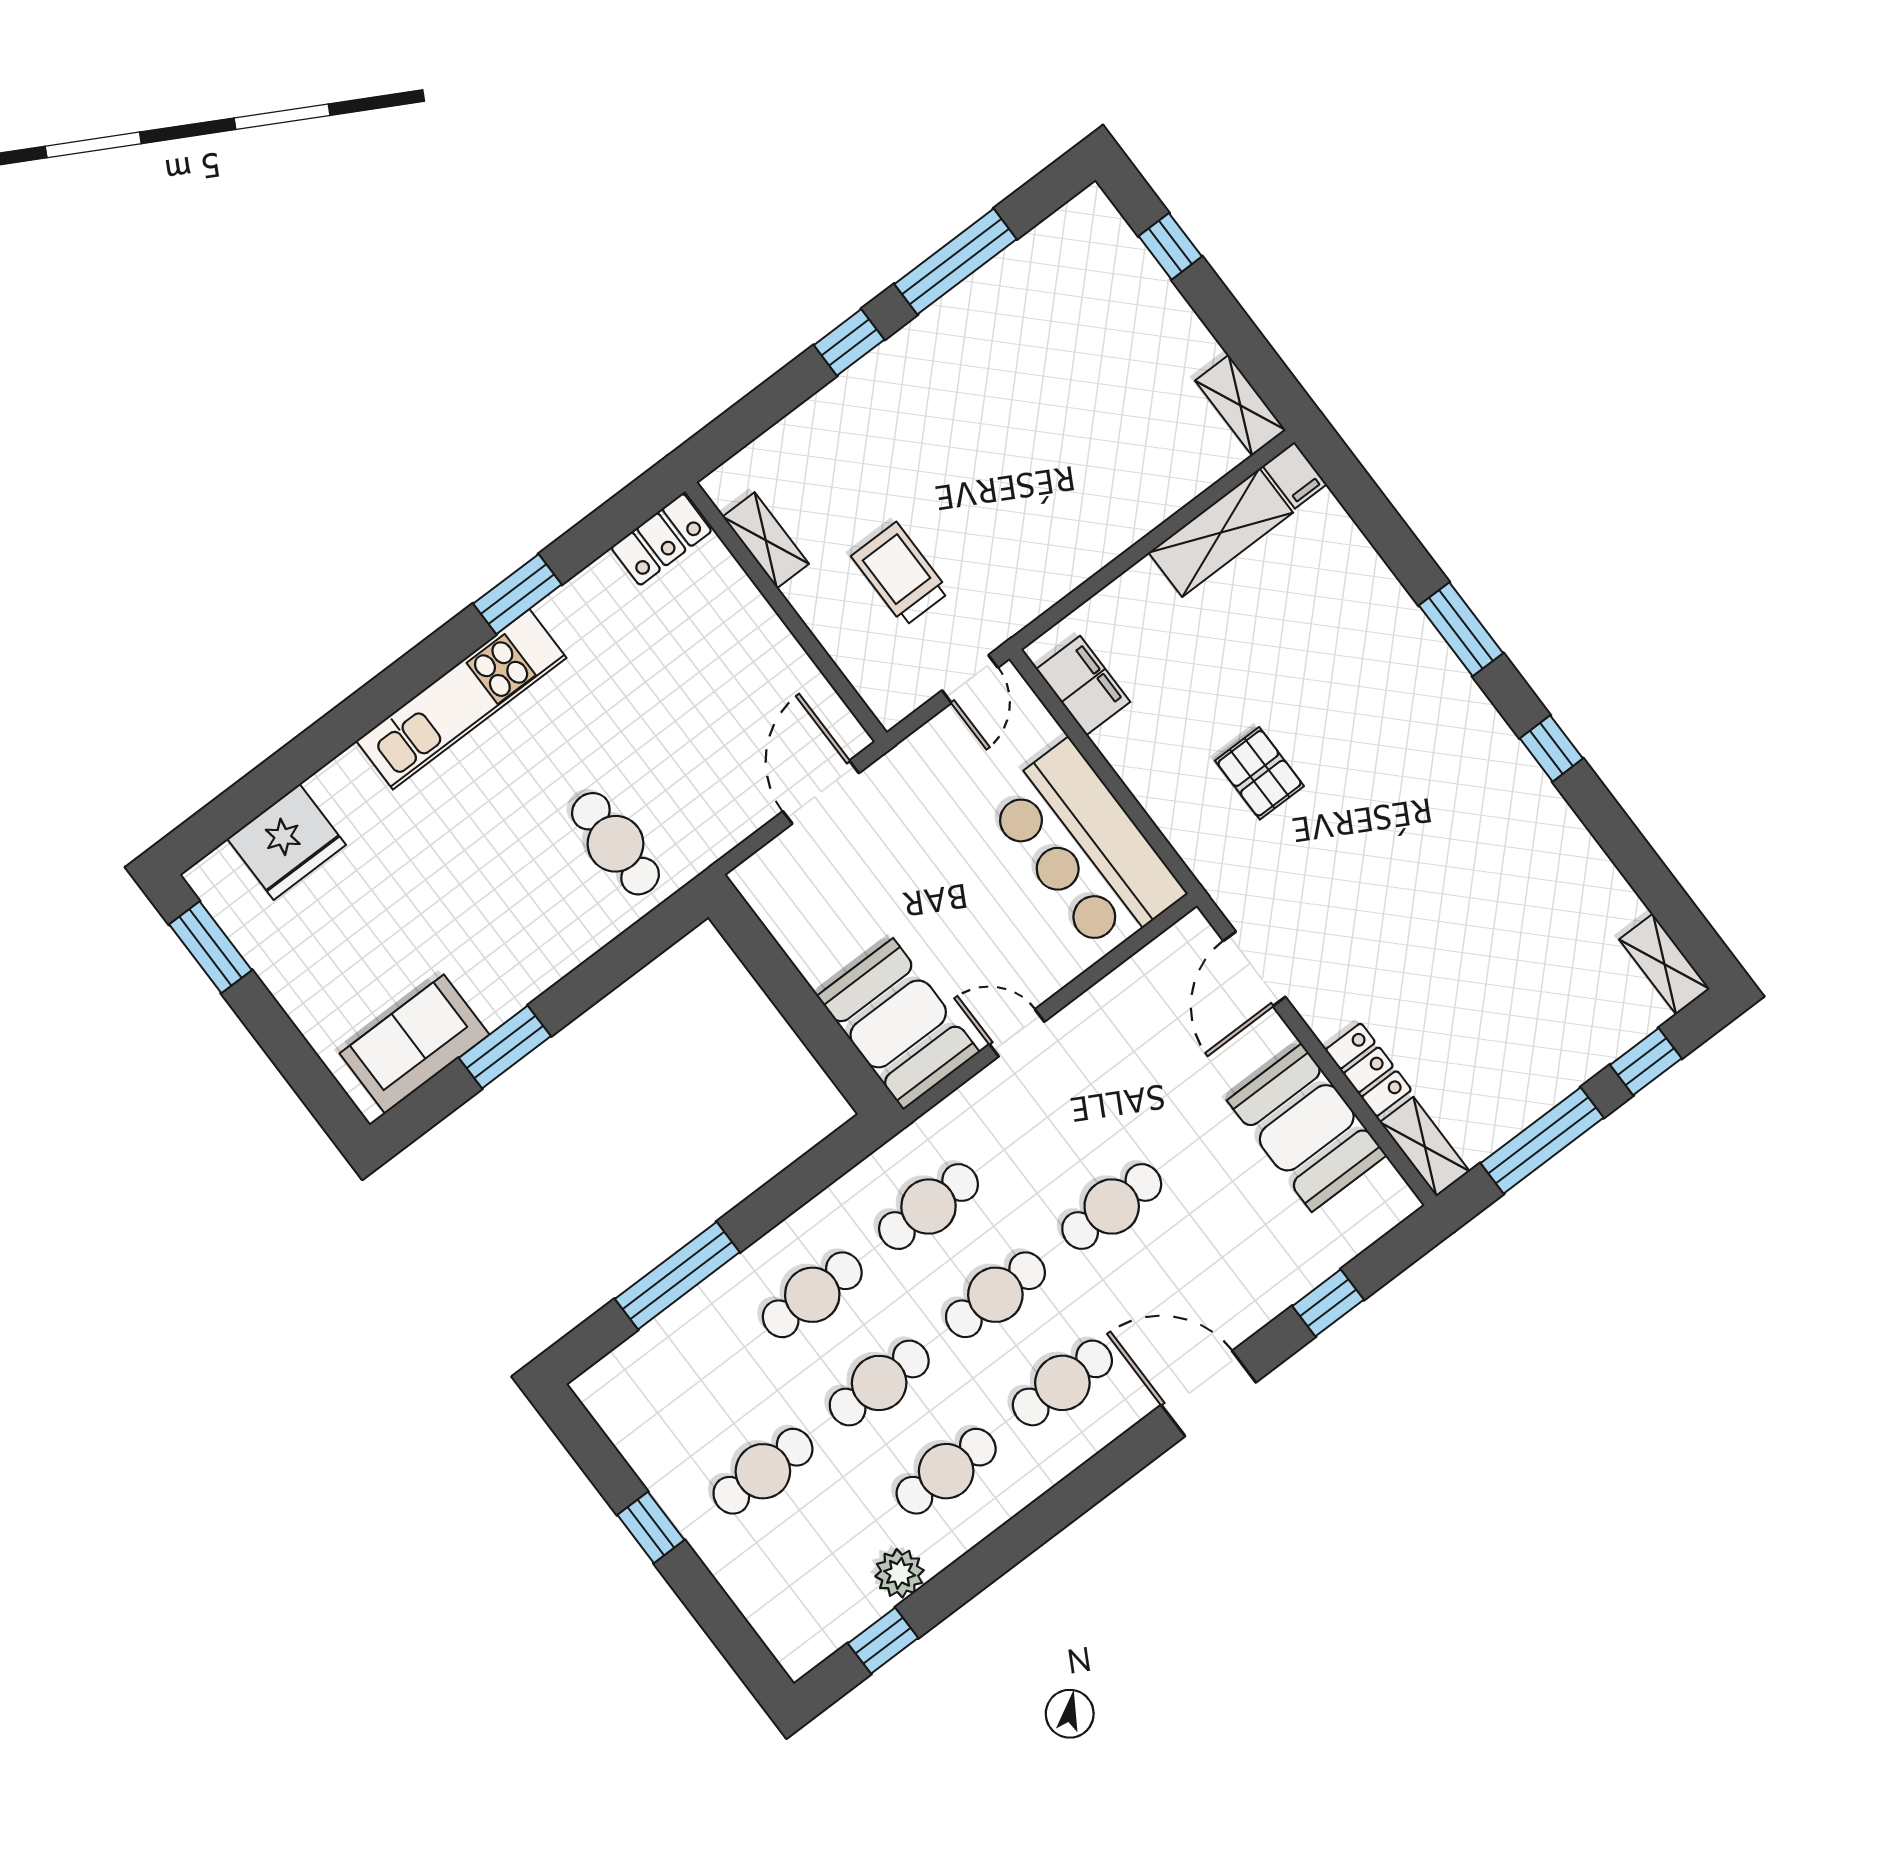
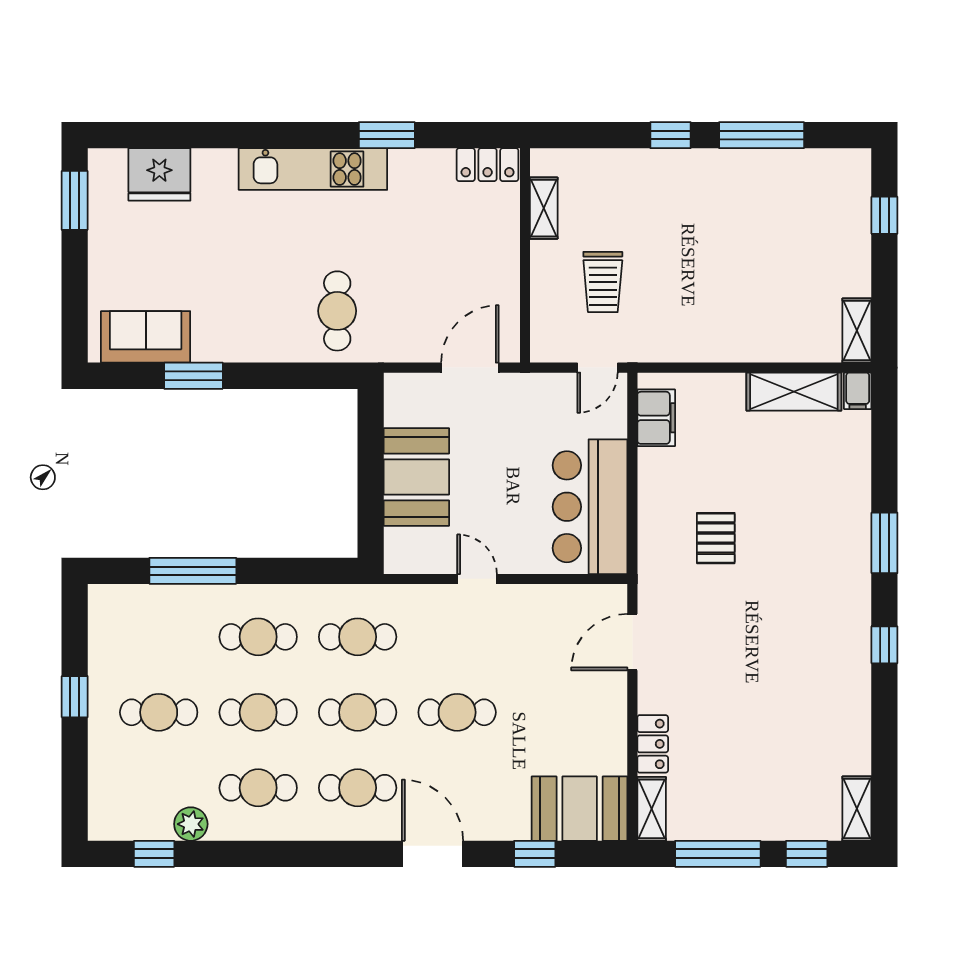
trolley: (900, 574) -> (603, 282), turned 180
booth: (898, 1024) -> (416, 477), moved
booth: (1307, 1128) -> (580, 809), moved, turned 90

